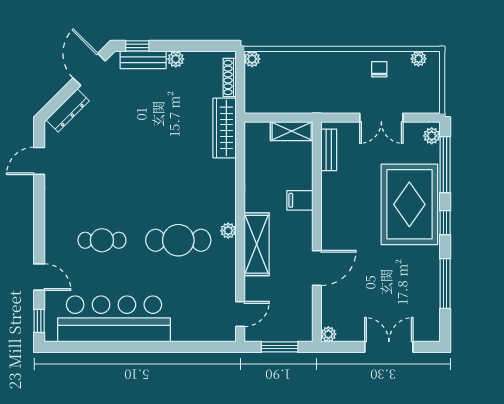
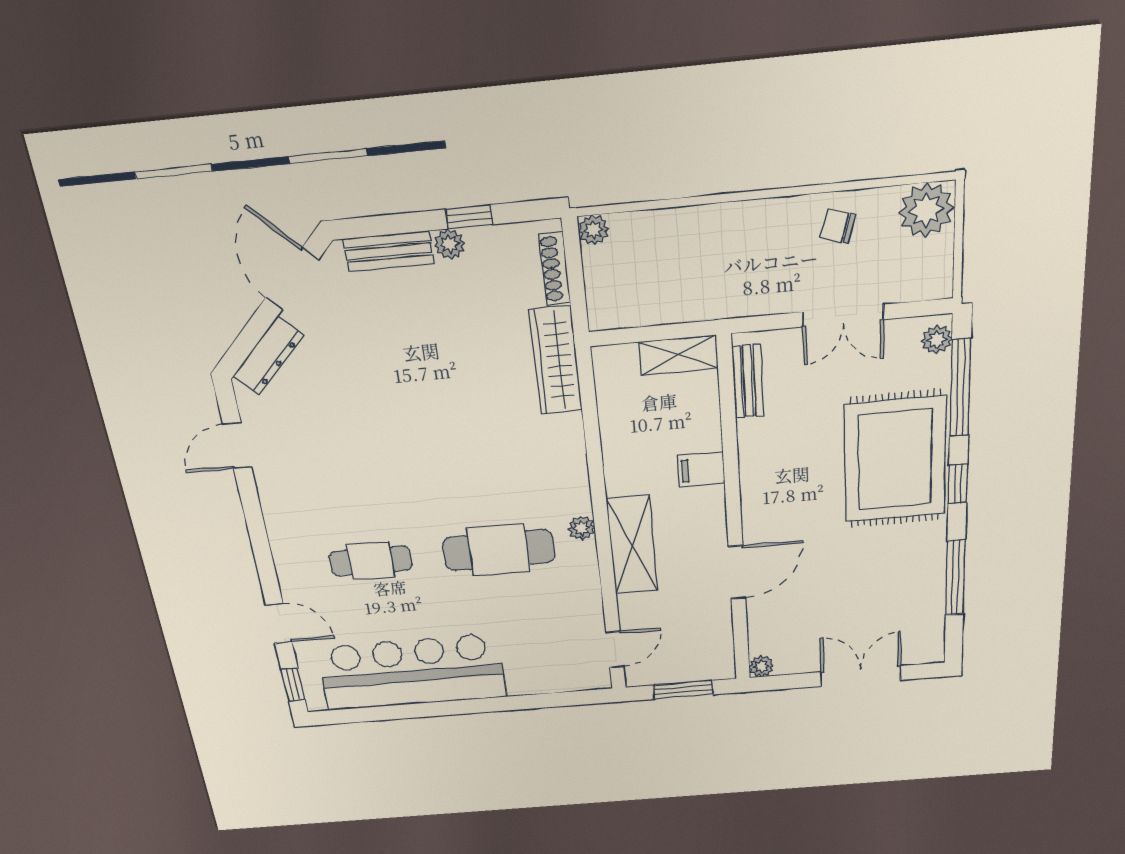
window: (137, 46) -> (469, 217), moved
plant: (418, 59) -> (926, 210), width x1.88, depth x1.88
chair: (379, 69) -> (838, 226), turned -73

